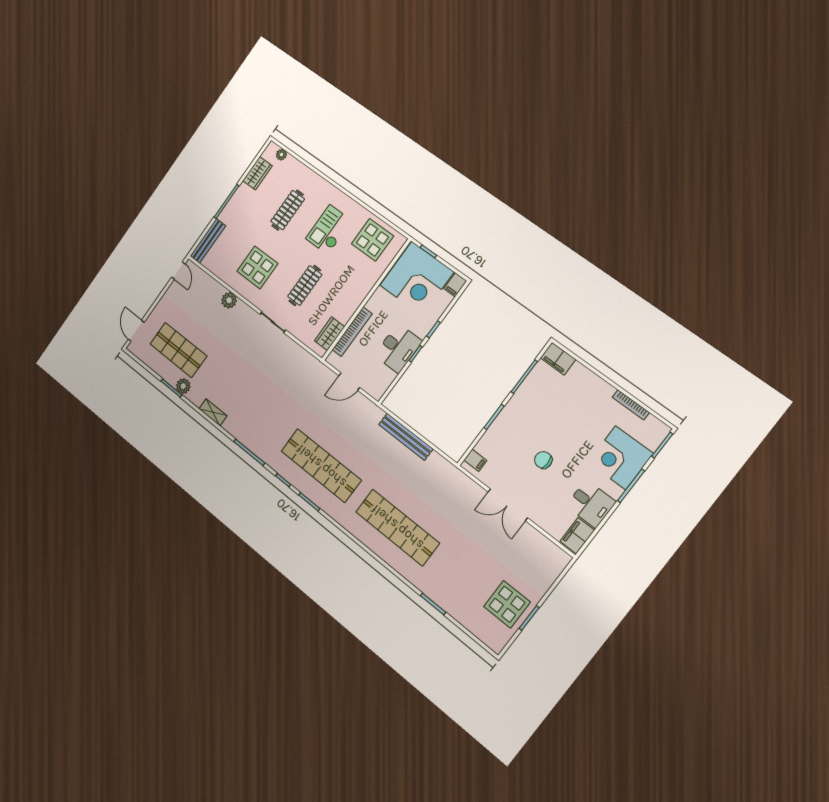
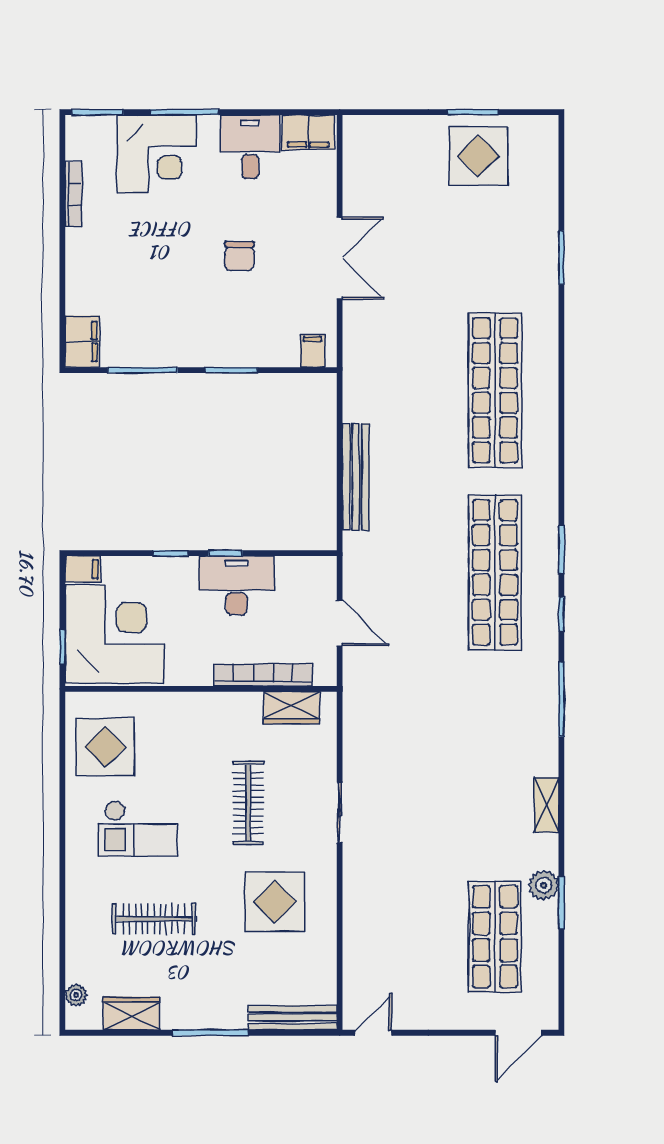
clothes rail: (305, 286) -> (248, 803), turned 90
plant: (229, 300) -> (358, 910), removed

